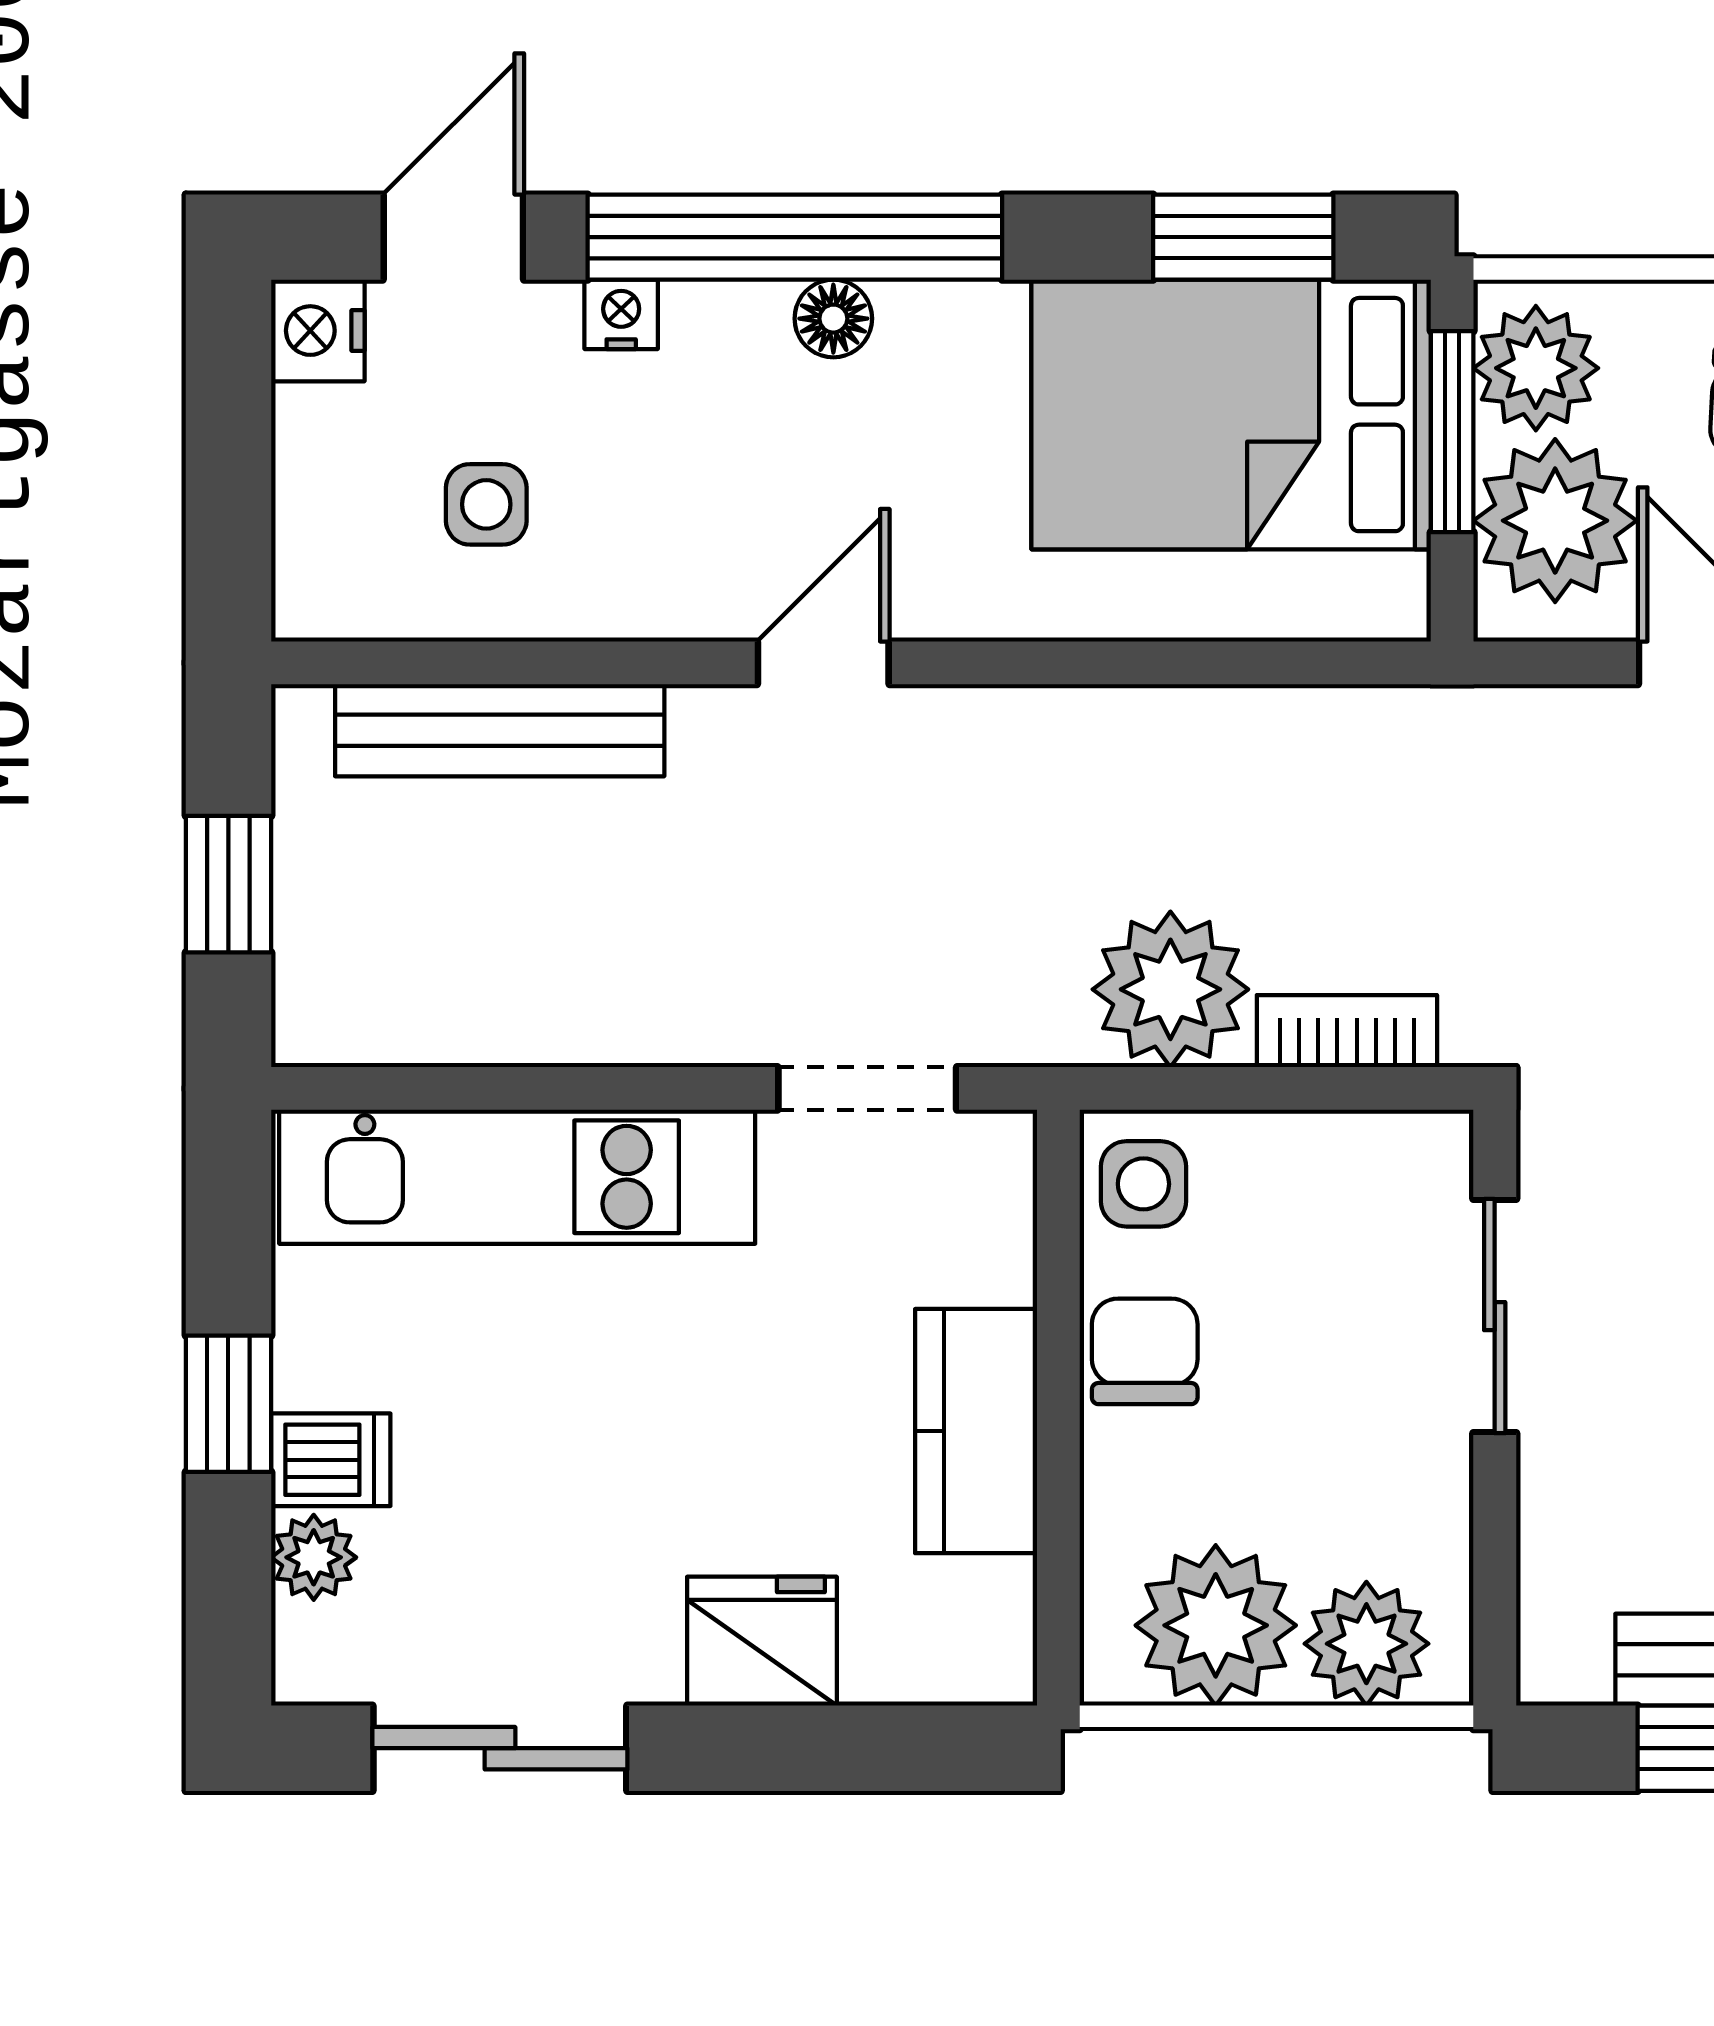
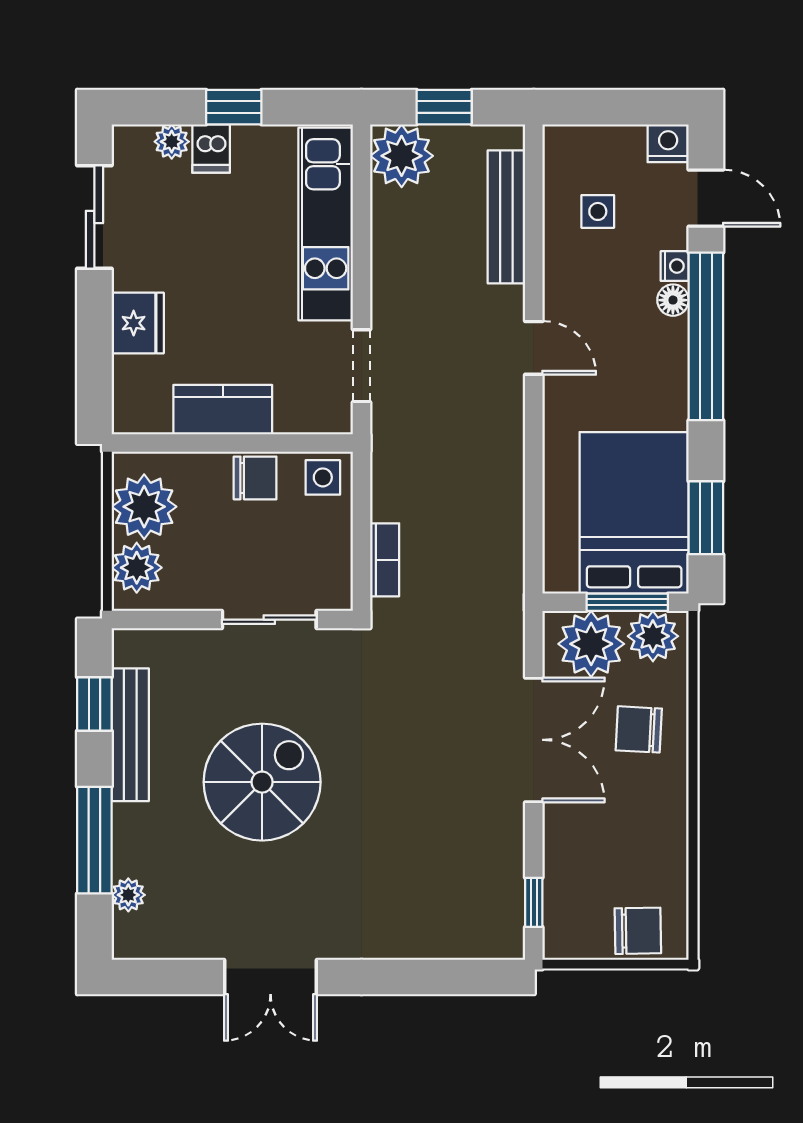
floor lamp: (833, 319) -> (673, 300), moved
plant: (1170, 989) -> (402, 156), moved

